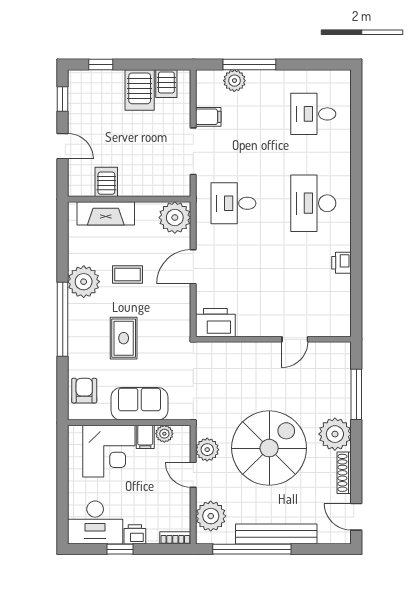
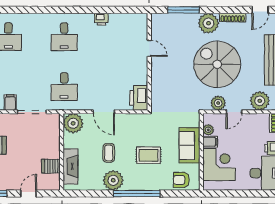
desk: (313, 203) -> (64, 37), width x0.73

